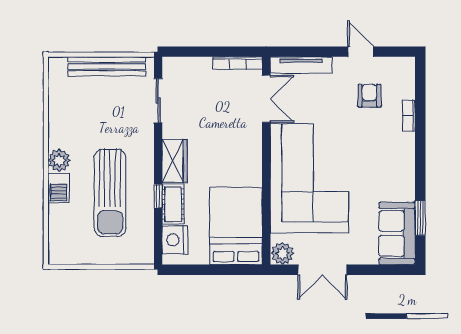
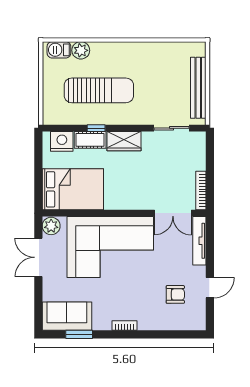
bookcase: (409, 116) -> (124, 325), moved
plant: (59, 160) -> (81, 50), moved
barbecue: (59, 188) -> (59, 50), moved
sun lounger: (110, 193) -> (99, 90), turned 180

